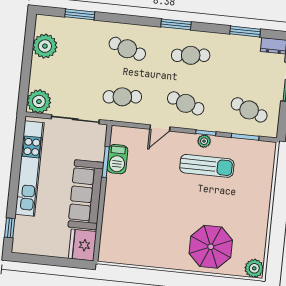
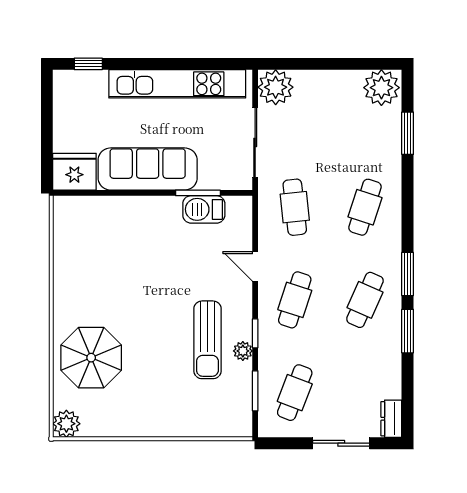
window: (245, 32) -> (408, 331), moved
plant: (45, 46) -> (381, 88), moved
cafe table: (191, 55) -> (365, 300), turned 30
plant: (204, 141) -> (243, 351), moved

